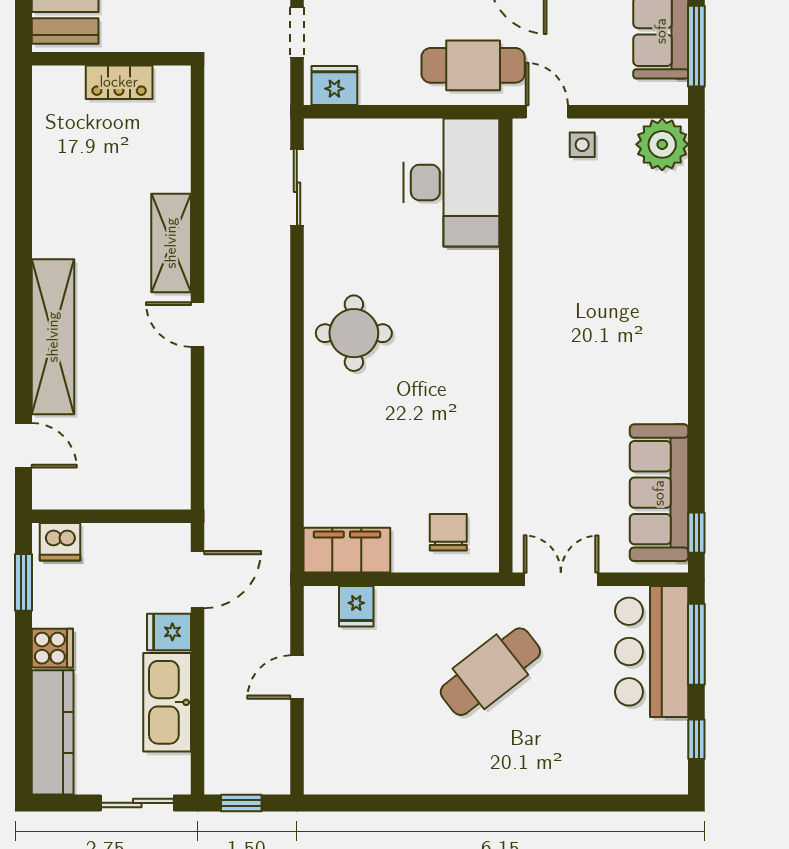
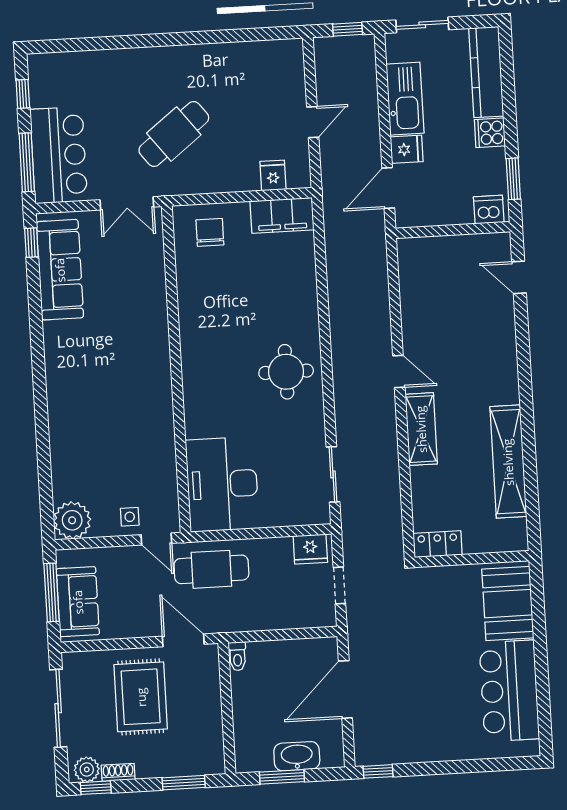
locker: (119, 82) -> (438, 544), moved
shelving: (53, 337) -> (508, 462), moved
chair: (448, 532) -> (210, 232), turned 180

